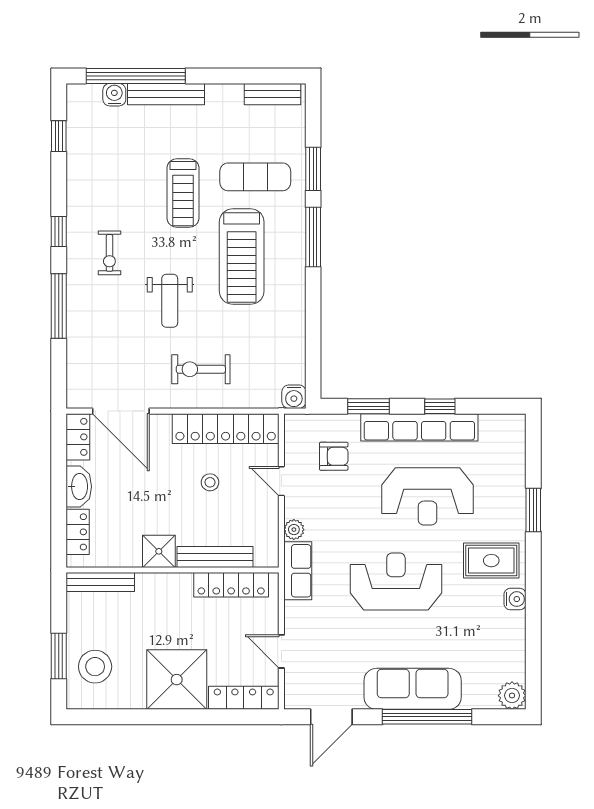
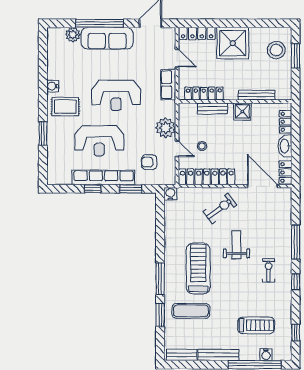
bench: (166, 94) -> (218, 355), moved
treadmill: (183, 193) -> (256, 325), moved, turned 90
exercise bike: (201, 369) -> (220, 208), turned -37
stool: (210, 482) -> (202, 146), moved
reception desk: (427, 496) -> (99, 141), turned 180
plant: (294, 530) -> (166, 128), width x1.88, depth x1.88
bench: (215, 557) -> (212, 108), width x0.73
row of seats: (298, 571) -> (168, 85), moved
bench: (100, 582) -> (257, 95), moved
plant: (512, 696) -> (73, 35), moved

